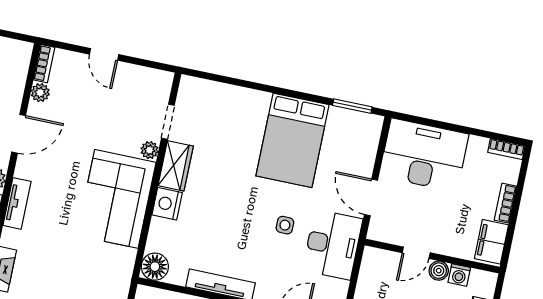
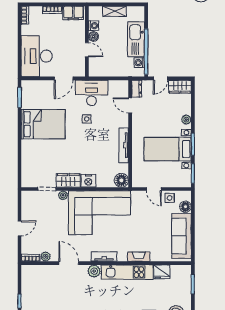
corner sofa: (116, 199) -> (99, 213), width x1.36, depth x1.36

